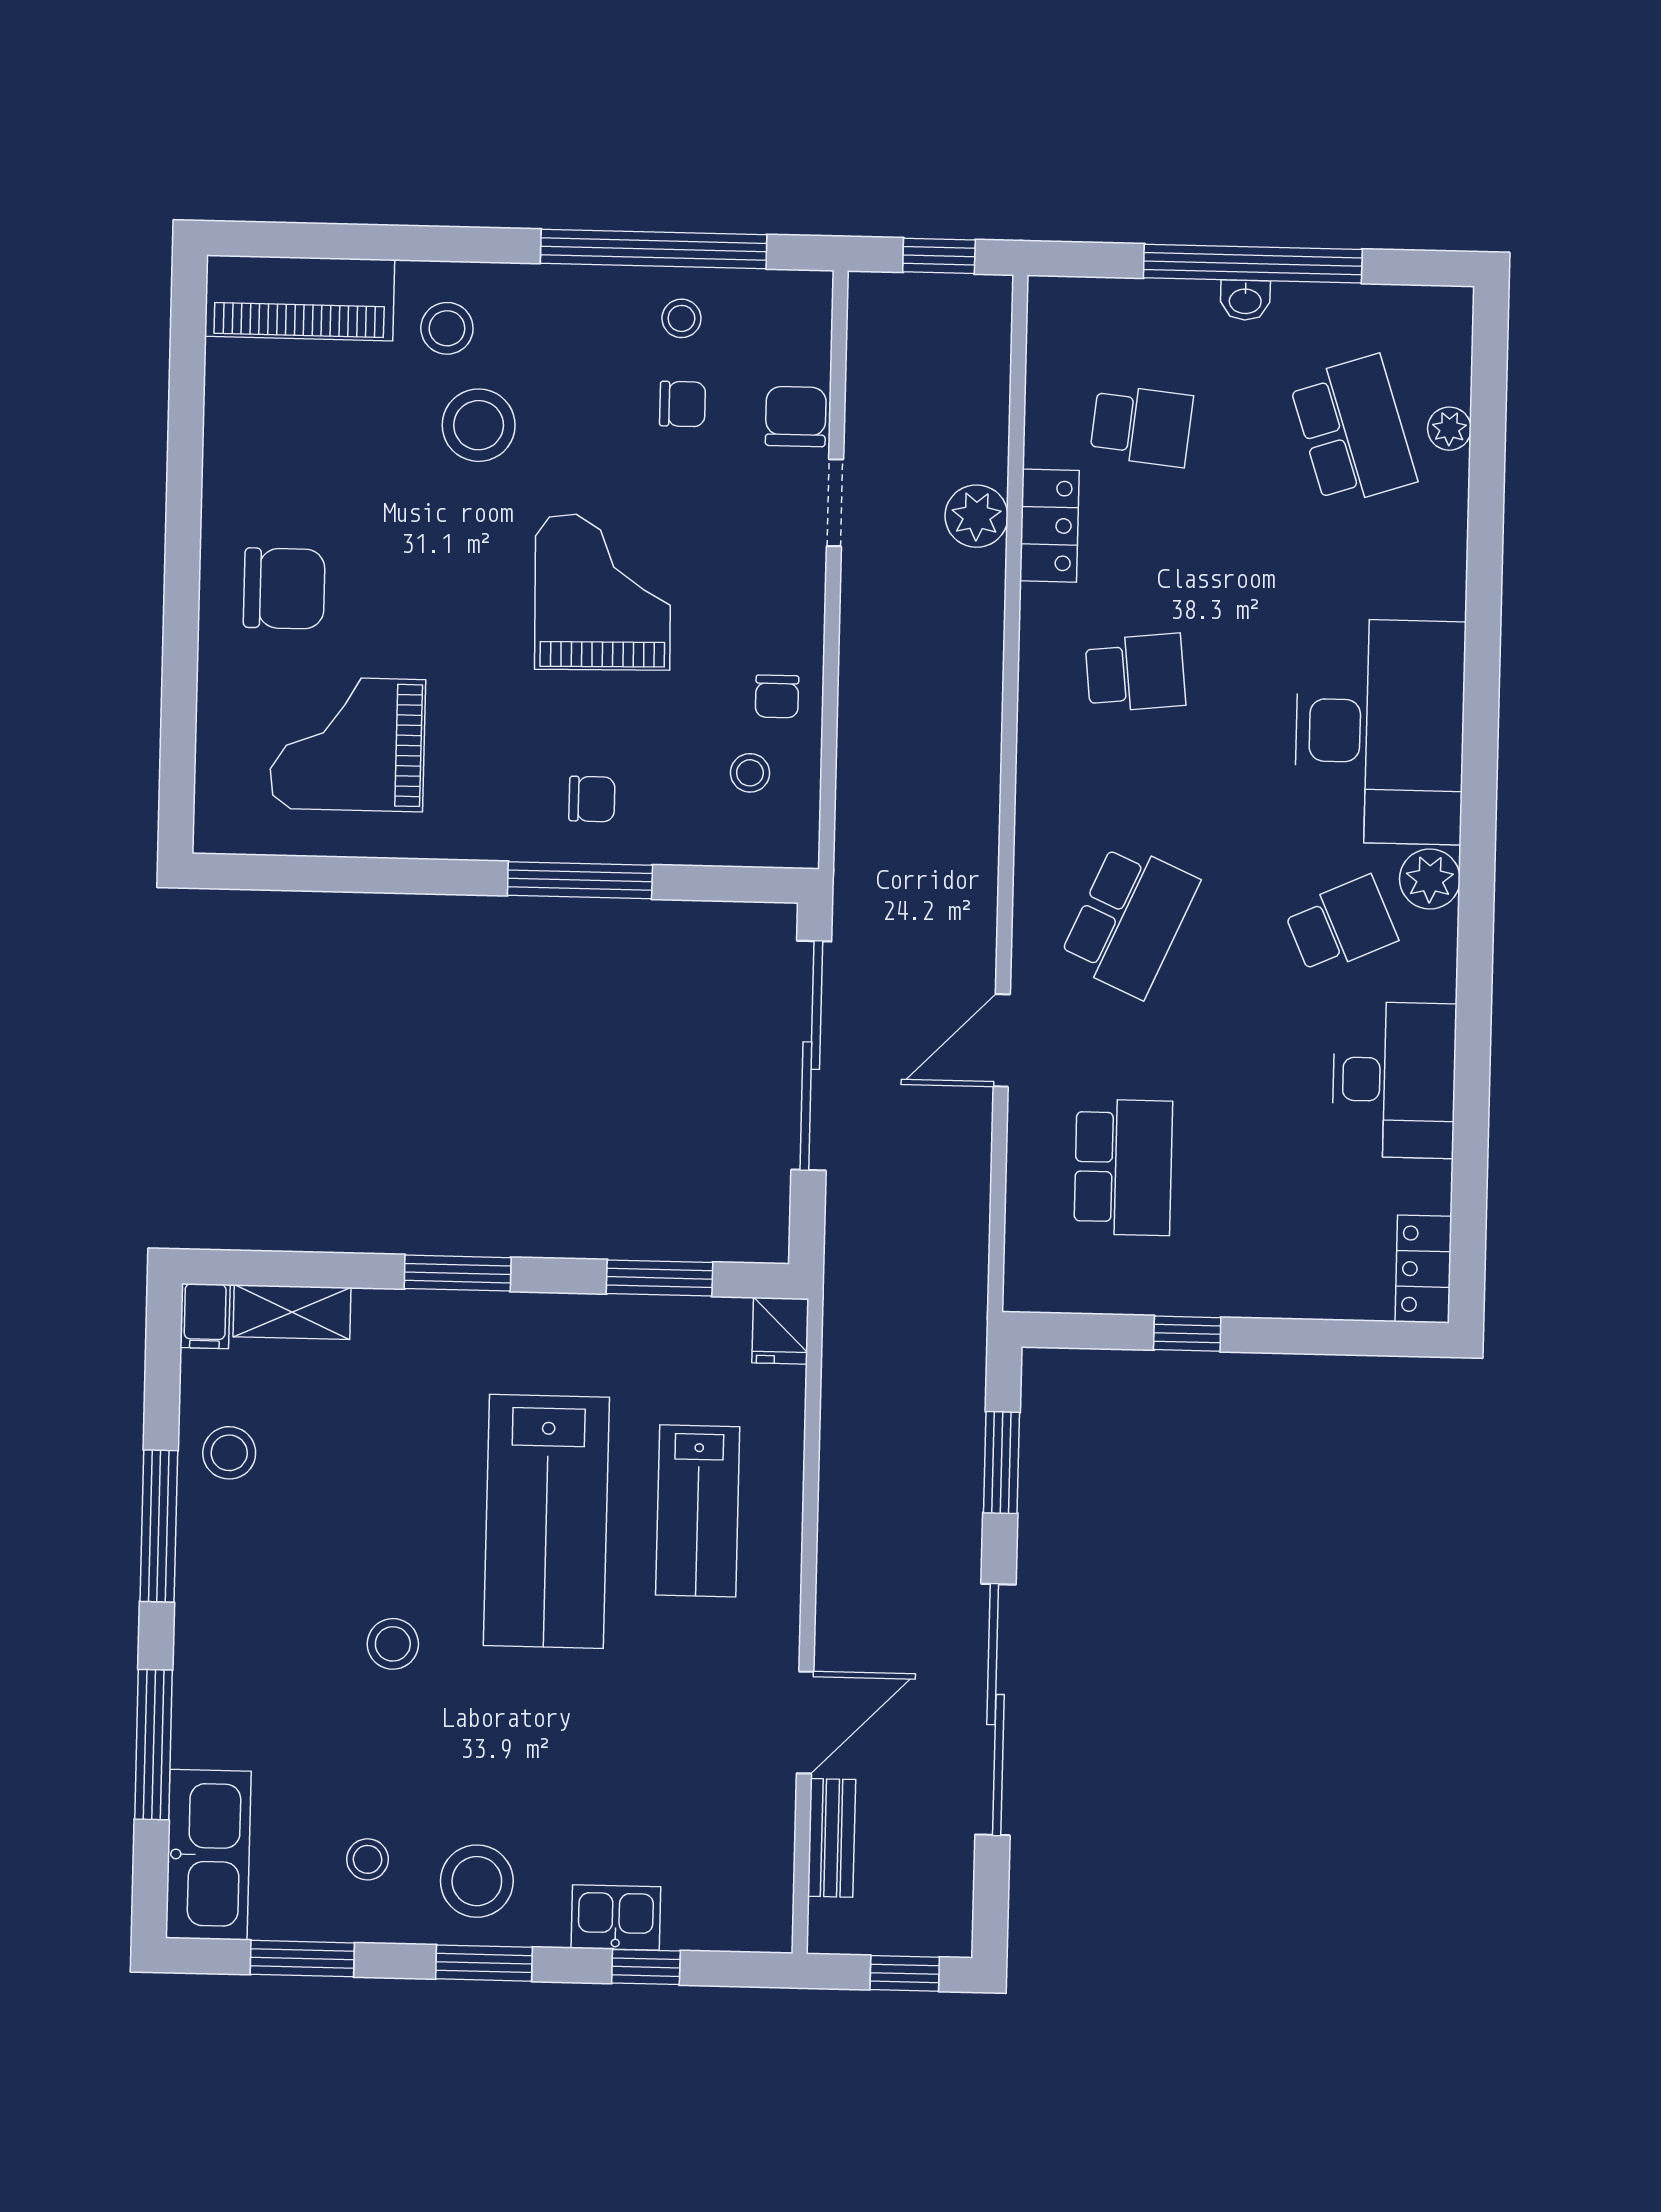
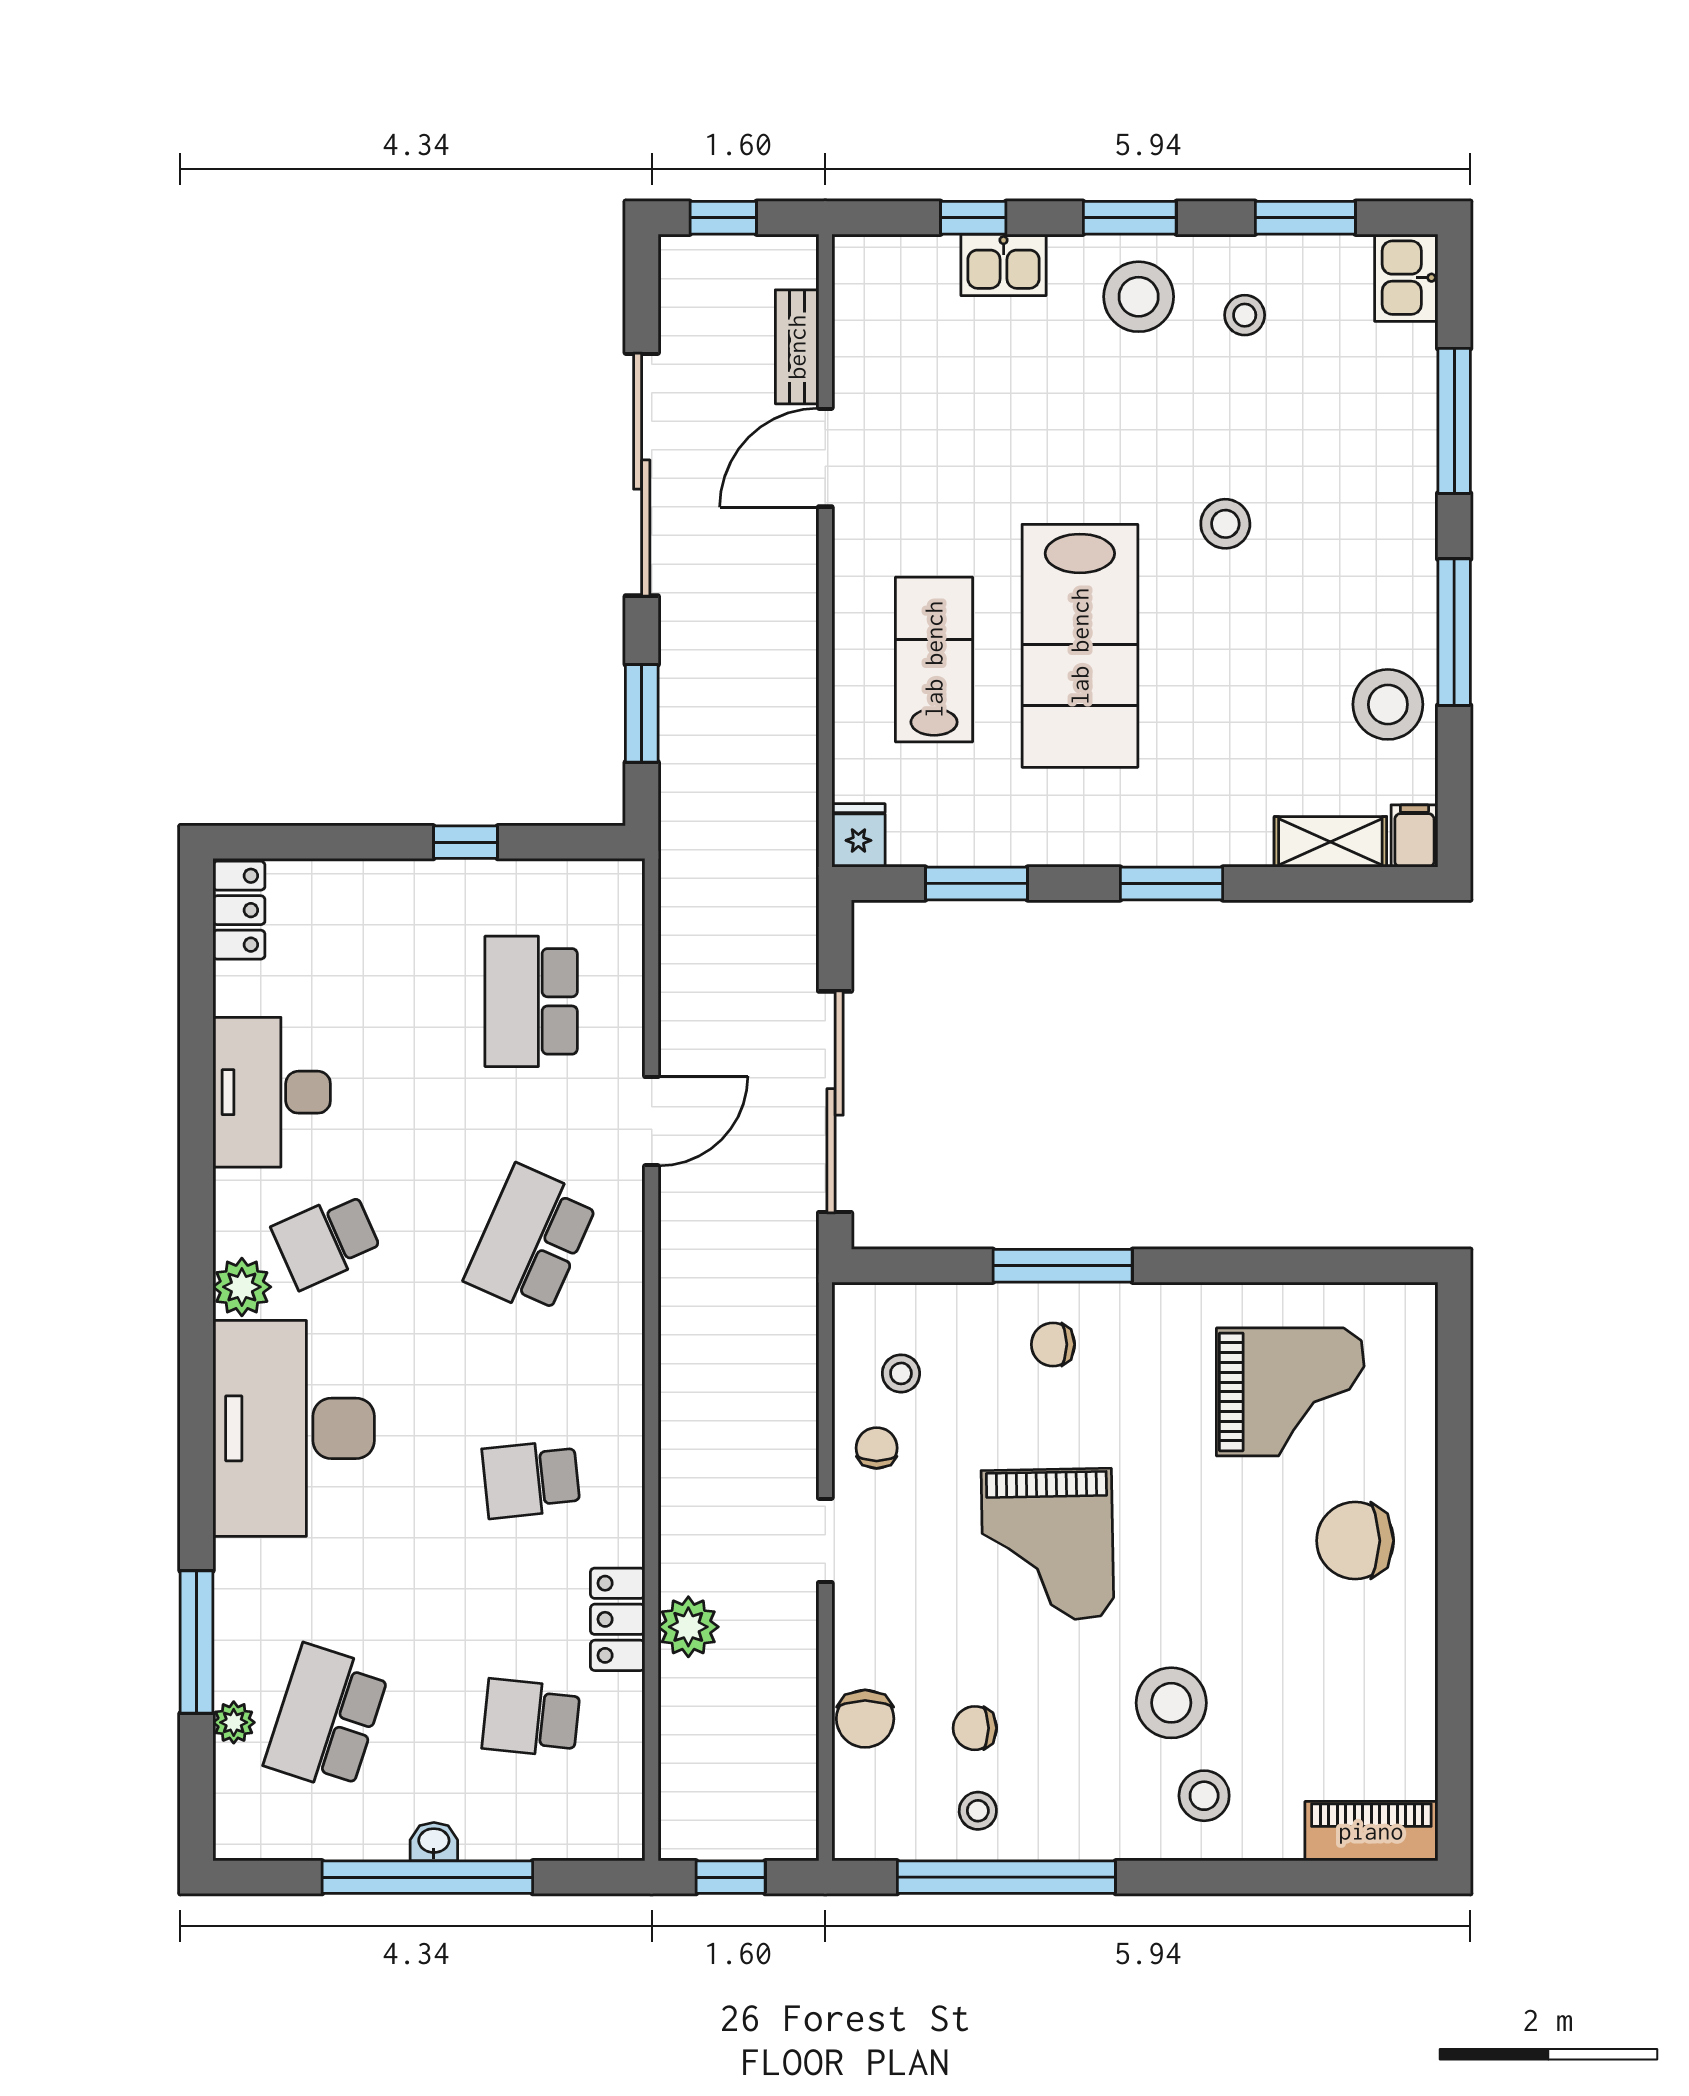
piano: (300, 298) -> (1371, 1831), width x0.73, depth x0.75
school desk: (1353, 431) -> (327, 1718), turned 36
doorway: (835, 503) -> (825, 1540), moved
window: (1486, 513) -> (196, 1642), added
stool: (229, 1453) -> (1388, 704), width x1.38, depth x1.38
lab bench: (546, 1521) -> (1080, 646), turned 180
kitchen sink: (208, 1855) -> (1406, 278), width x0.53, depth x0.81

